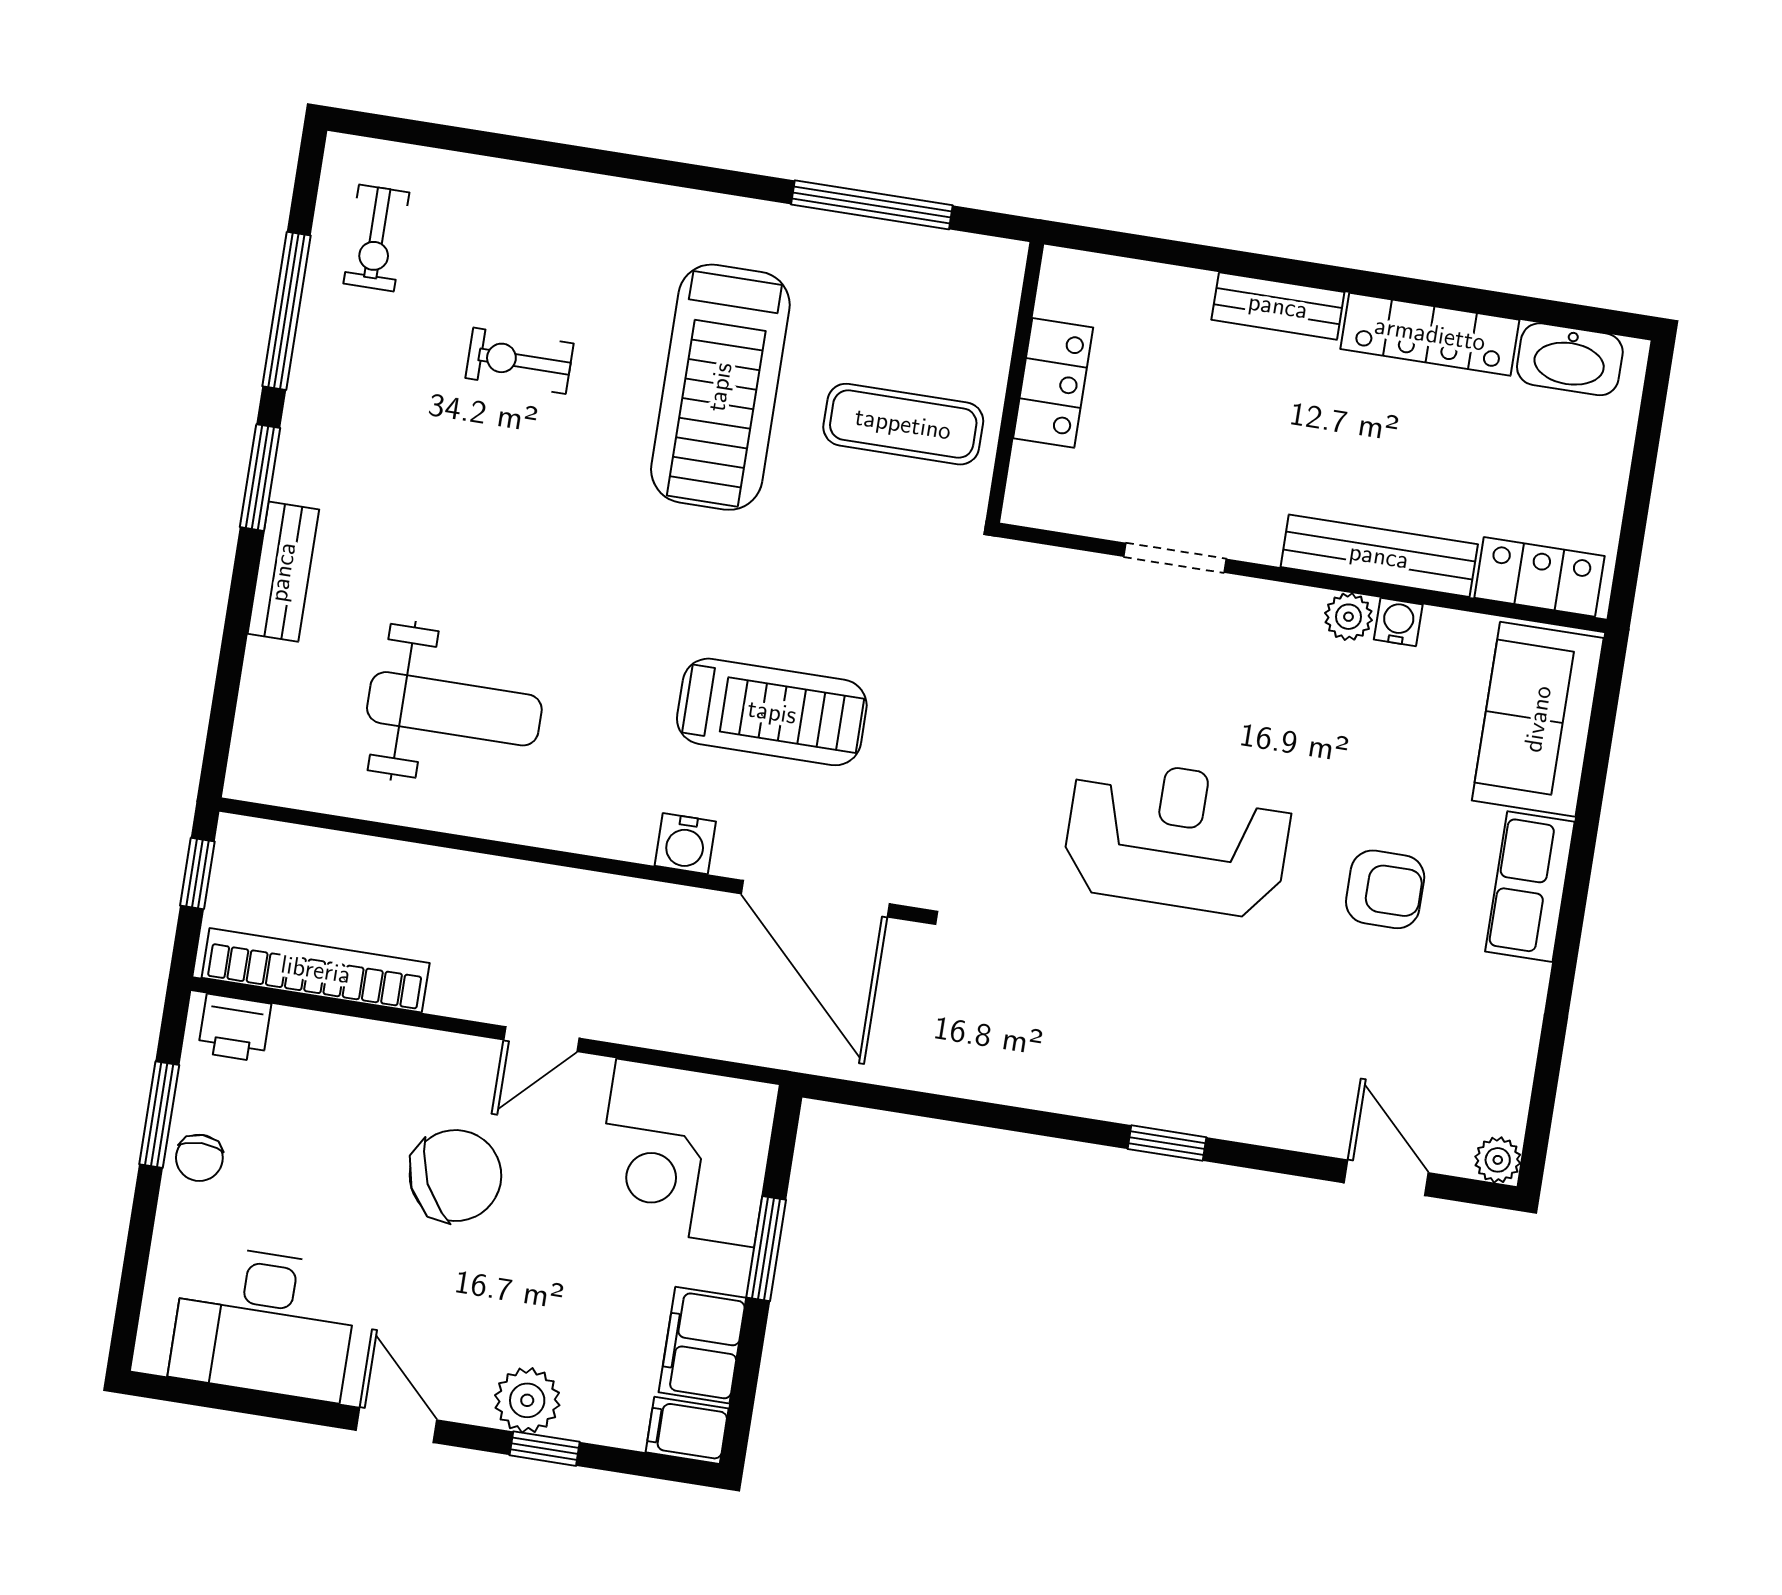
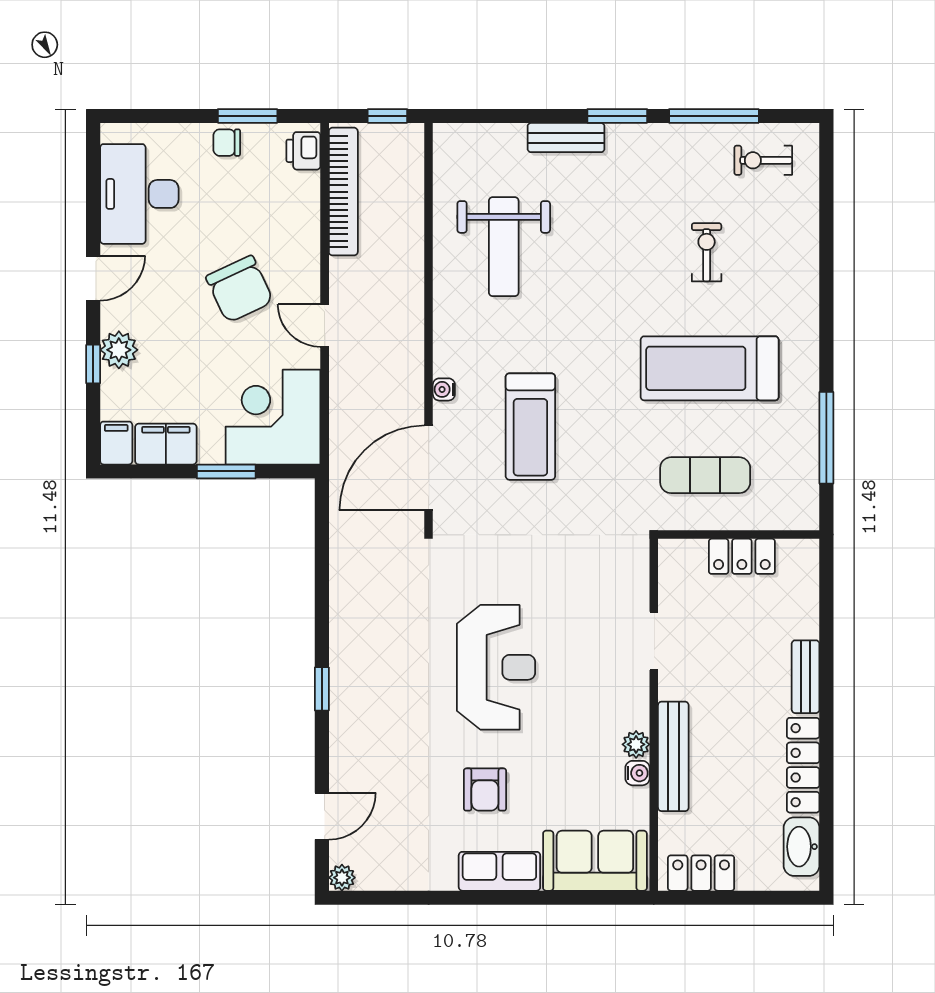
exercise mat: (903, 424) -> (705, 475), turned 90
locker: (1539, 577) -> (701, 873), moved, turned -90
water cooler: (685, 844) -> (444, 389), width x0.72, depth x0.72

